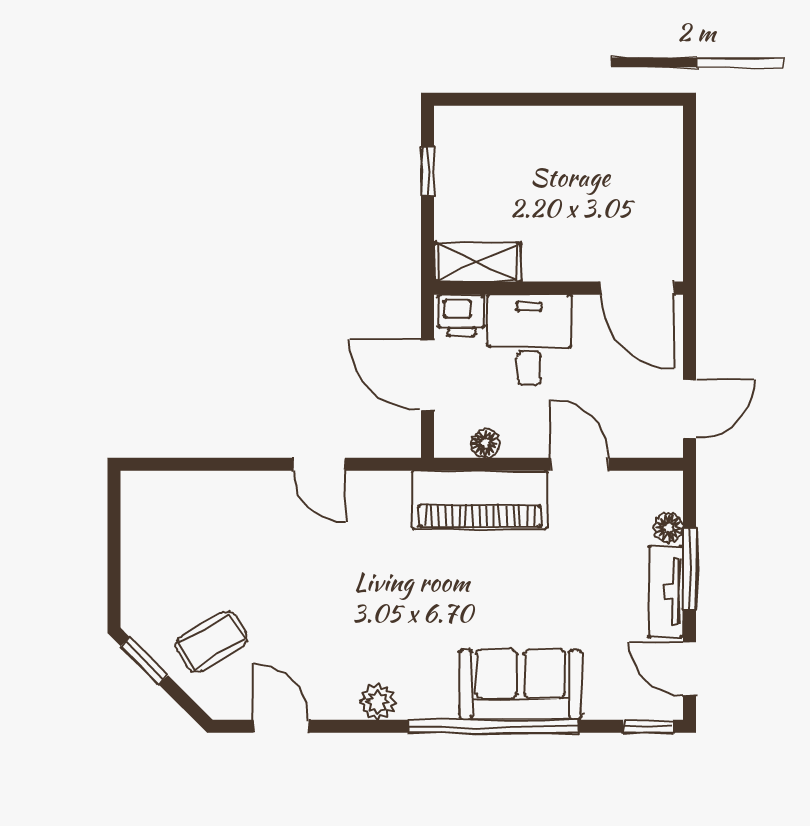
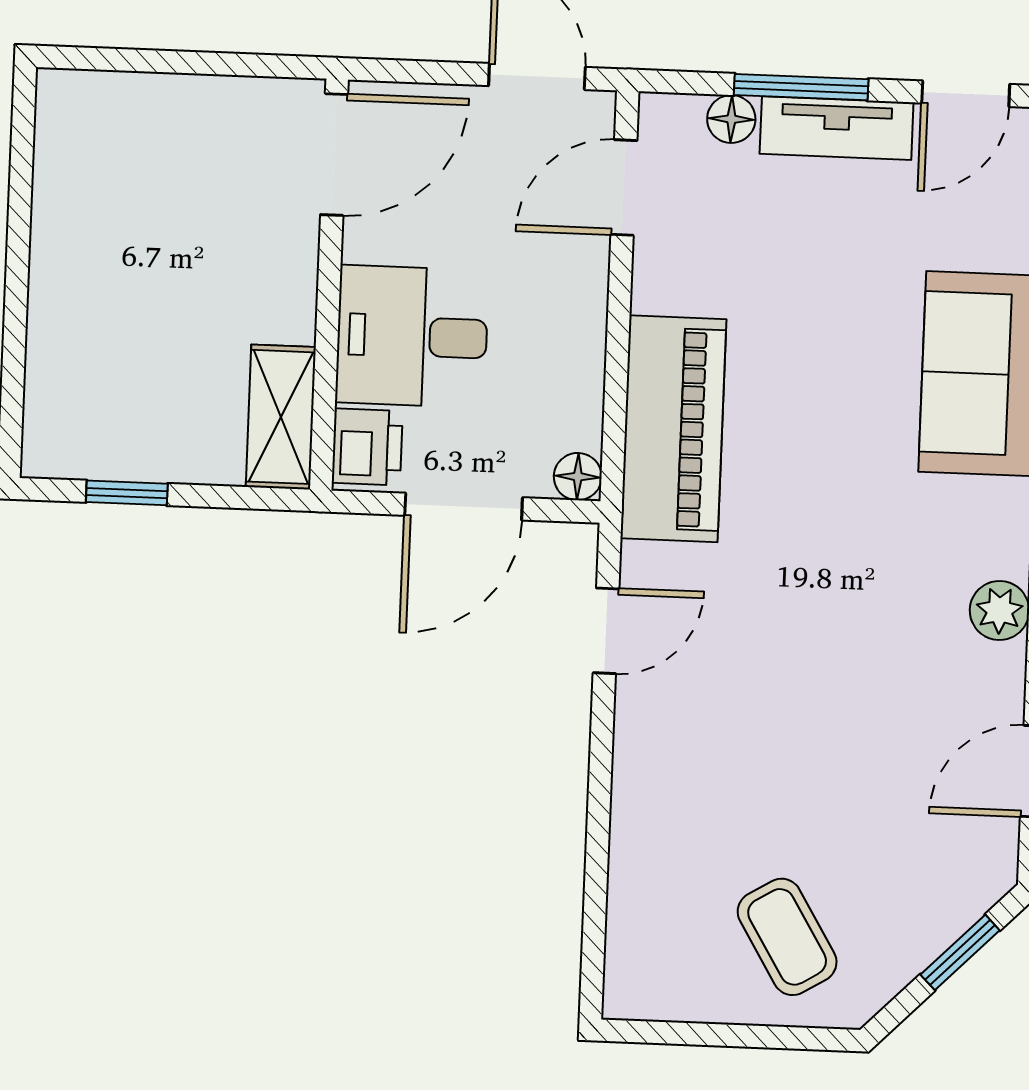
floor lamp: (485, 443) -> (578, 477), moved
door: (319, 464) -> (606, 631), moved
door: (580, 464) -> (624, 188), moved
coffee table: (212, 642) -> (787, 937), moved
window: (144, 661) -> (960, 952), moved

